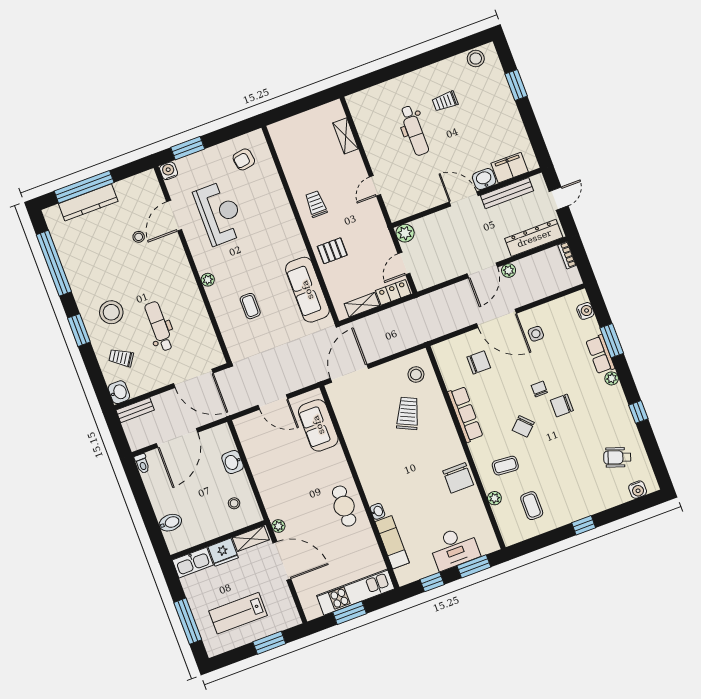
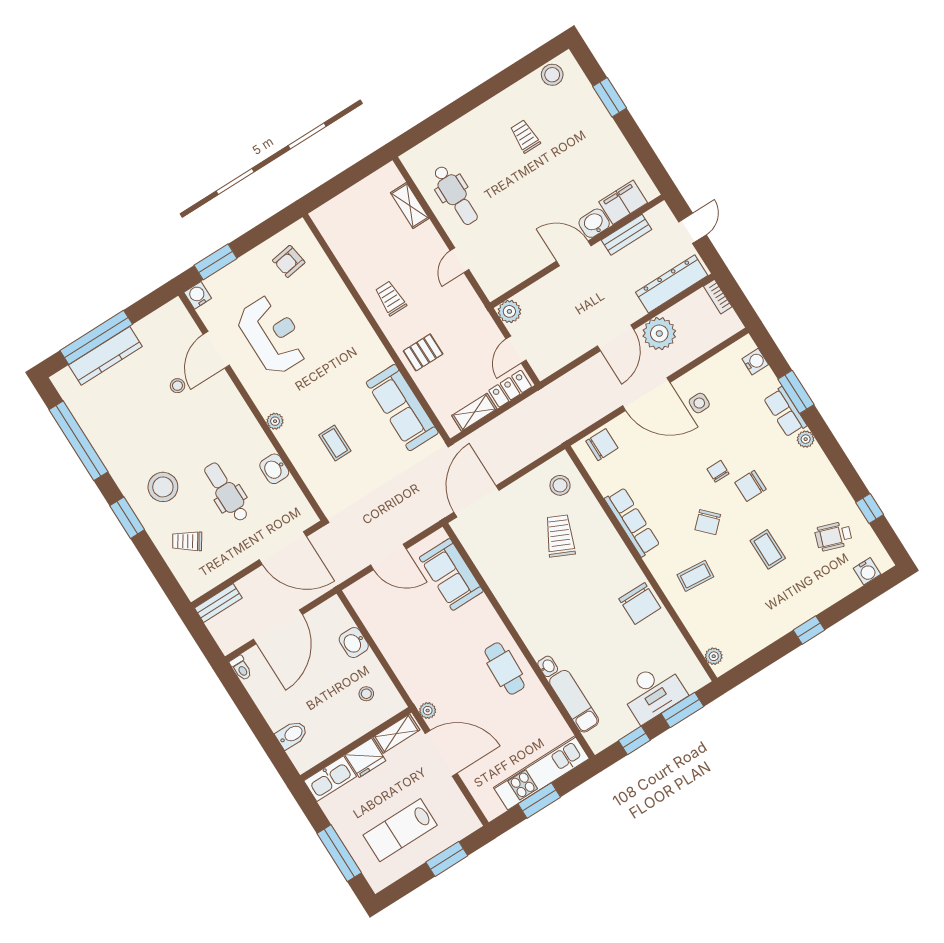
trolley: (445, 101) -> (525, 136), turned 90
dental chair: (414, 131) -> (455, 195), moved
bench: (507, 193) -> (627, 235), width x0.73
plant: (509, 271) -> (659, 334), width x1.88, depth x1.88
chair: (479, 362) -> (602, 445), moved
washbasin: (119, 392) -> (274, 469), moved, turned 180
window: (638, 412) -> (870, 509), moved
plant: (494, 498) -> (714, 656), moved
coffee table: (532, 506) -> (768, 549), moved

